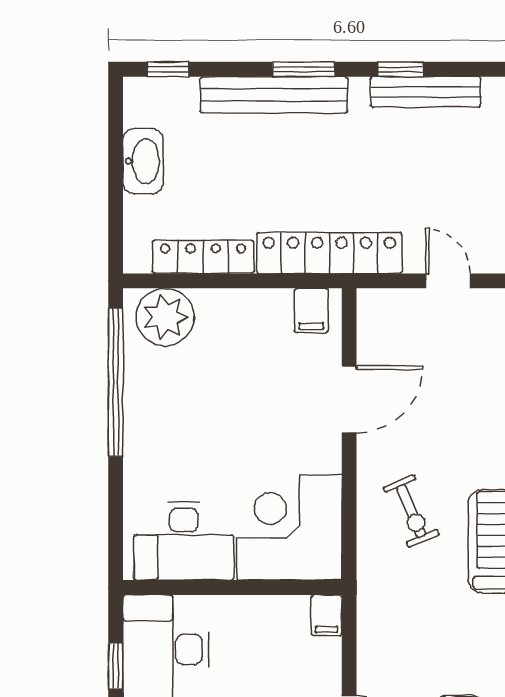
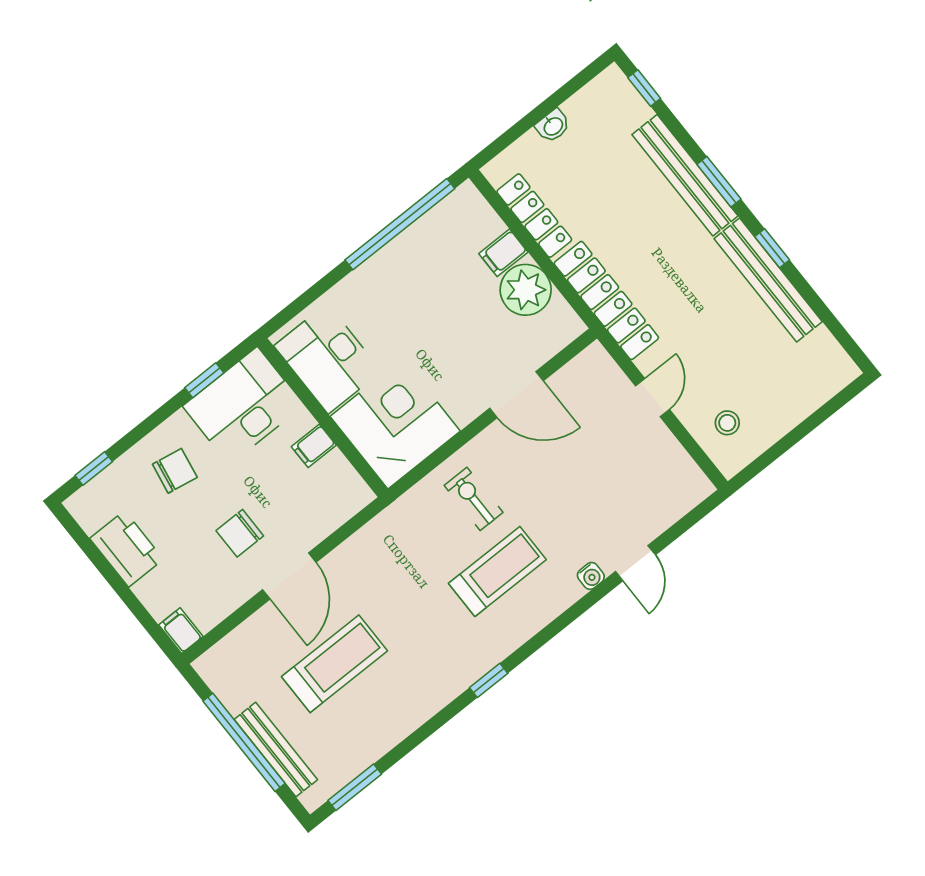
bench: (426, 92) -> (768, 280), width x1.37, depth x1.21
washbasin: (143, 161) -> (553, 126), width x0.52, depth x0.69
filing cabinet: (311, 311) -> (503, 253), moved
plant: (165, 317) -> (526, 290), moved
exercise bike: (411, 511) -> (474, 499), turned 113
filing cabinet: (327, 615) -> (314, 446), moved

